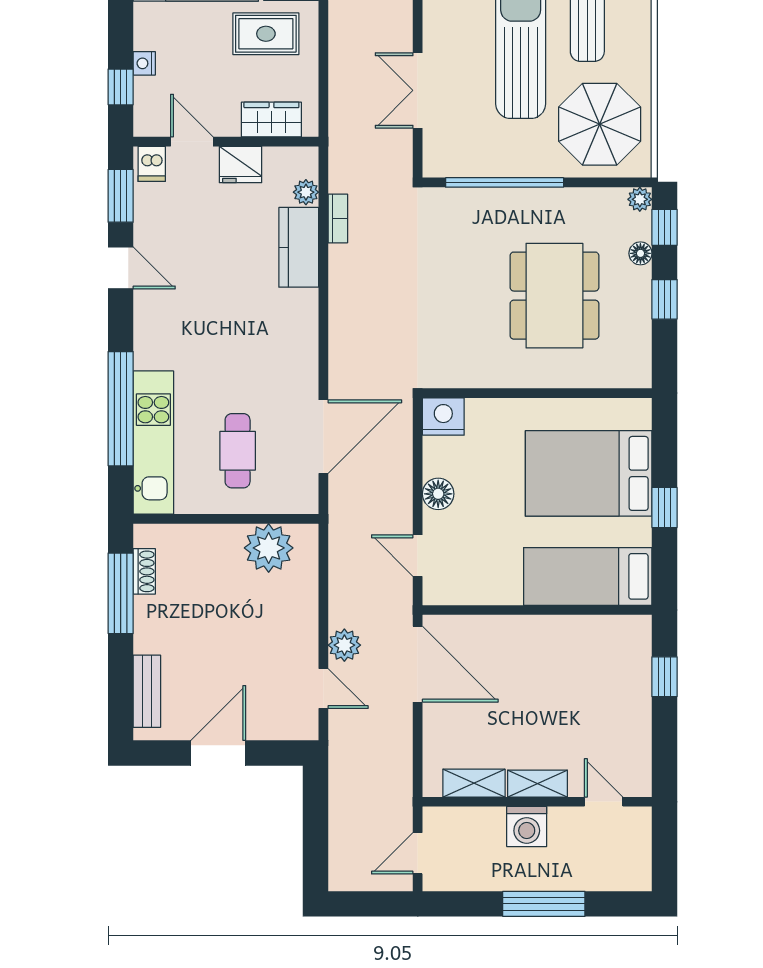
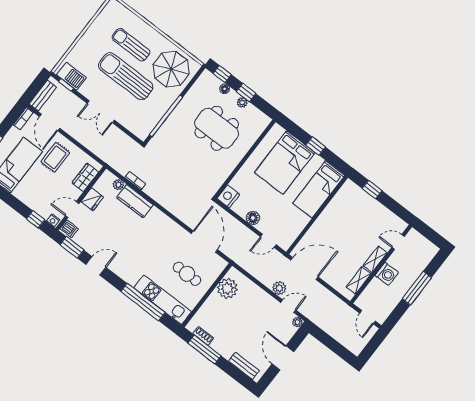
nightstand: (144, 63) -> (53, 220), moved
double door: (418, 90) -> (101, 112), moved
plant: (640, 199) -> (242, 103), moved
plant: (307, 728) -> (297, 322), added

